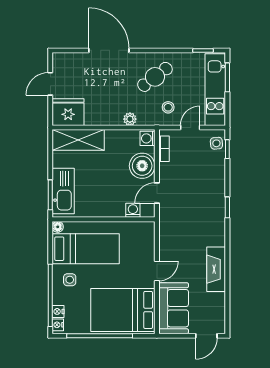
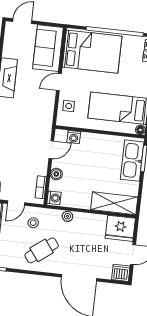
dishwasher: (62, 61) -> (121, 273), added
boiler: (142, 166) -> (56, 174), width x0.54, depth x0.54
side table: (70, 280) -> (69, 106), moved

